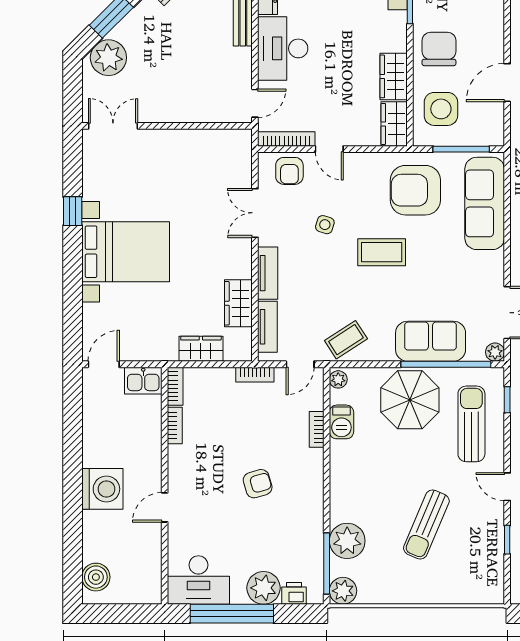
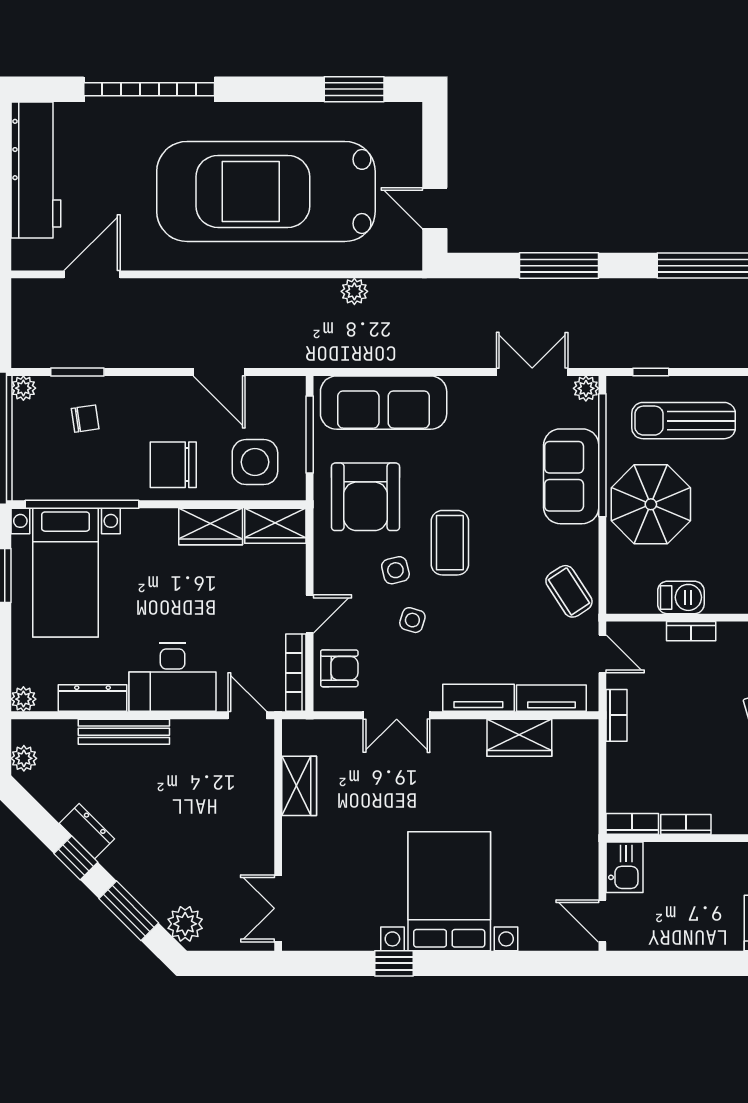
plant: (108, 58) -> (185, 924), width x0.73, depth x0.73
side table: (361, 212) -> (395, 570), added
wardrobe: (201, 349) -> (299, 786), moved, turned 180
plant: (338, 379) -> (623, 602), removed

